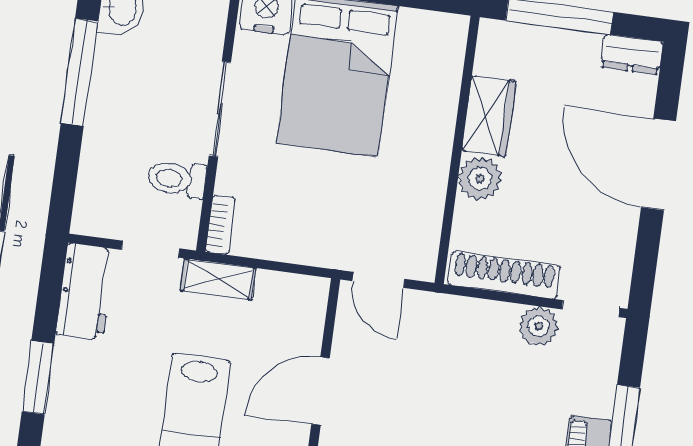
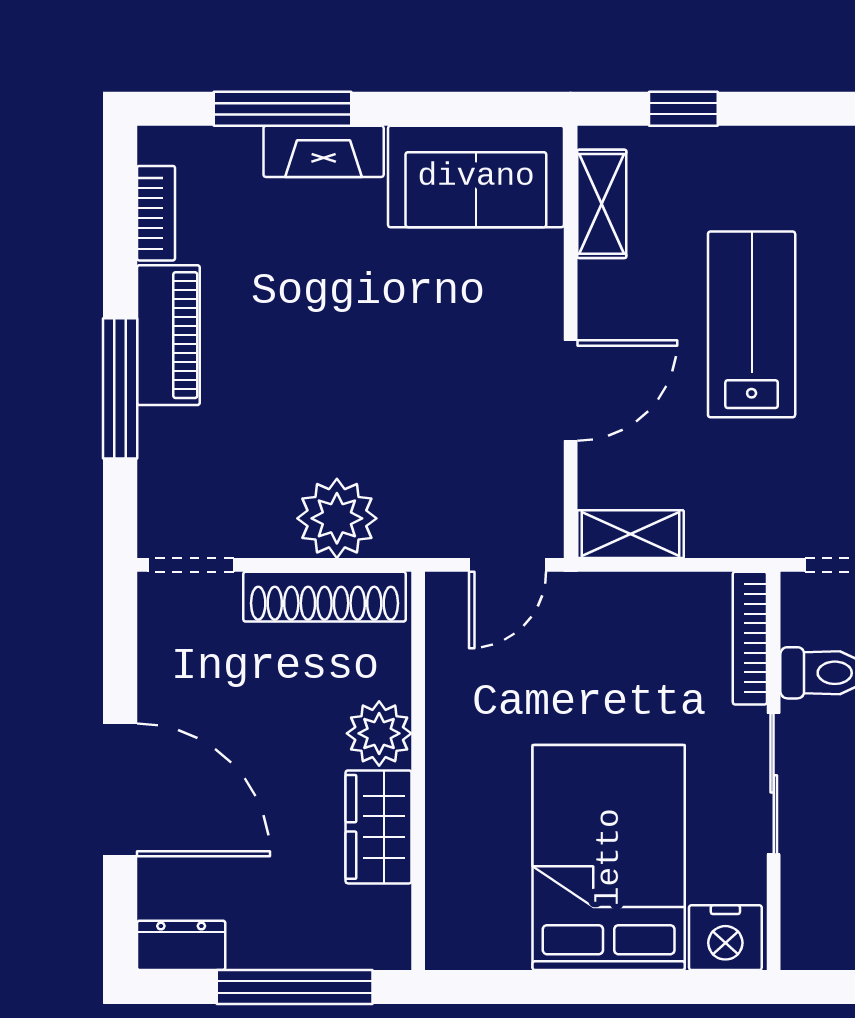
bookcase: (221, 225) -> (750, 638), width x1.56
shelving: (218, 279) -> (630, 534), moved
door: (378, 280) -> (508, 565), swing flipped
plant: (539, 326) -> (337, 518), moved, width x1.36, depth x1.36

